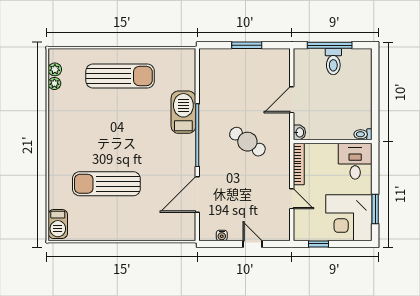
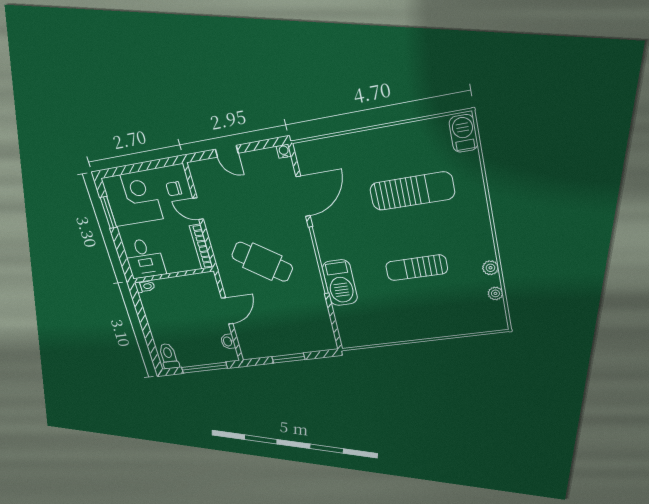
toilet: (333, 62) -> (169, 356), moved
plant: (55, 69) -> (490, 268), moved
sun lounger: (120, 76) -> (417, 268), moved, width x0.73, depth x0.75
washbasin: (299, 132) -> (228, 341), moved
cafe table: (247, 142) -> (262, 262), width x1.37, depth x1.35
chair: (308, 220) -> (174, 189), added
water cooler: (222, 235) -> (284, 151), moved
window: (319, 244) -> (155, 164), removed

